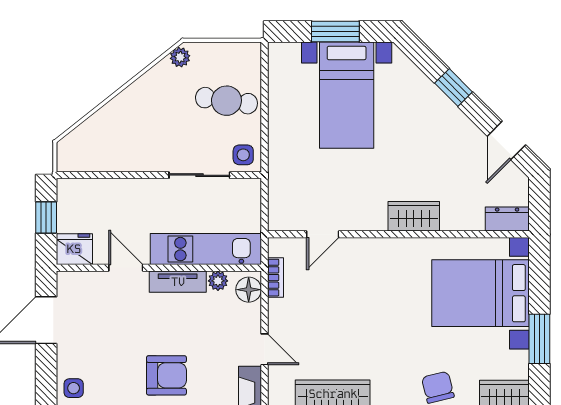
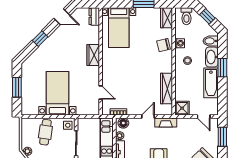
bed with nightstands: (347, 95) -> (57, 93), moved, turned -90
bed with nightstands: (480, 293) -> (119, 28), width x0.73

